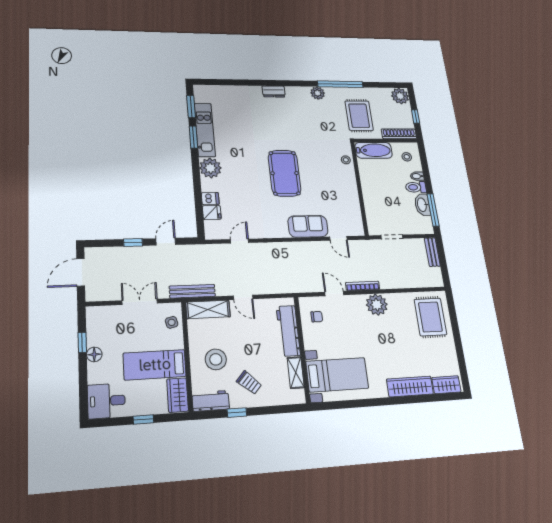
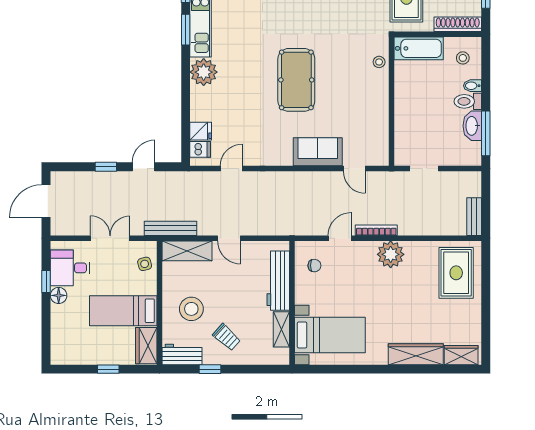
dishwasher: (210, 199) -> (200, 149), moved
bench: (432, 252) -> (474, 217), moved
door: (334, 293) -> (340, 238), hinge flipped
desk: (106, 401) -> (70, 268), moved

